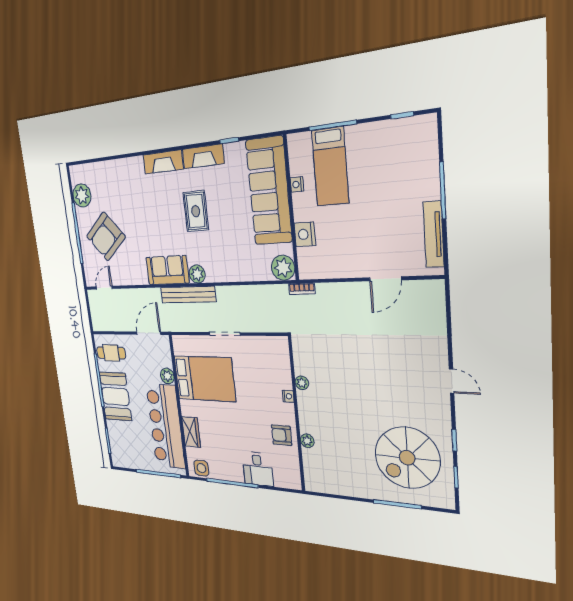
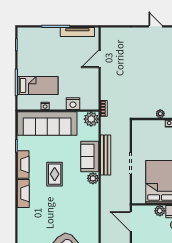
rug: (196, 211) -> (55, 174), turned 90
sofa: (167, 270) -> (90, 156), moved
door: (385, 279) -> (100, 59), swing flipped
bench: (188, 295) -> (106, 155), moved
door: (452, 381) -> (156, 26), hinge flipped

